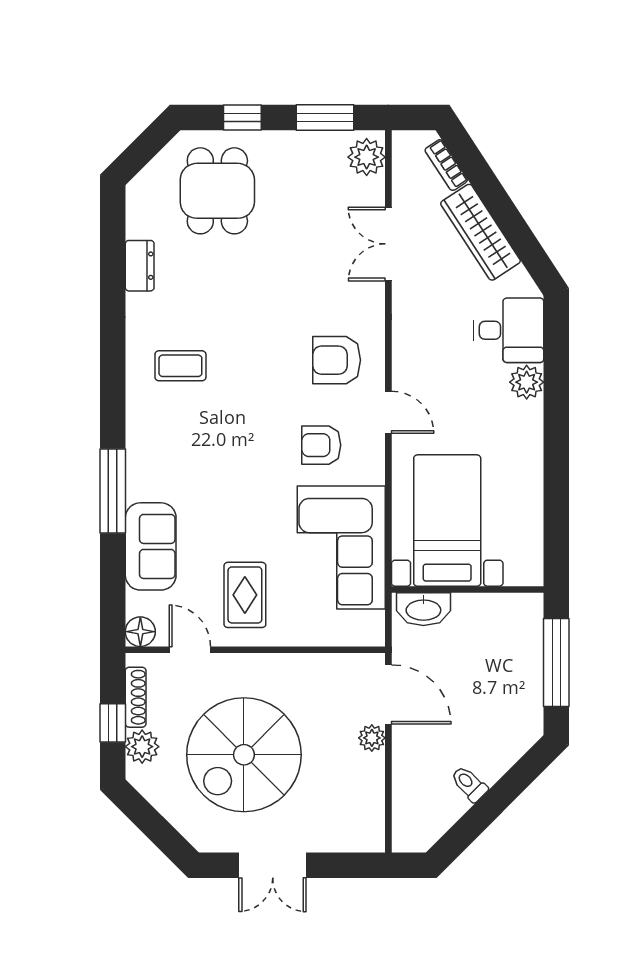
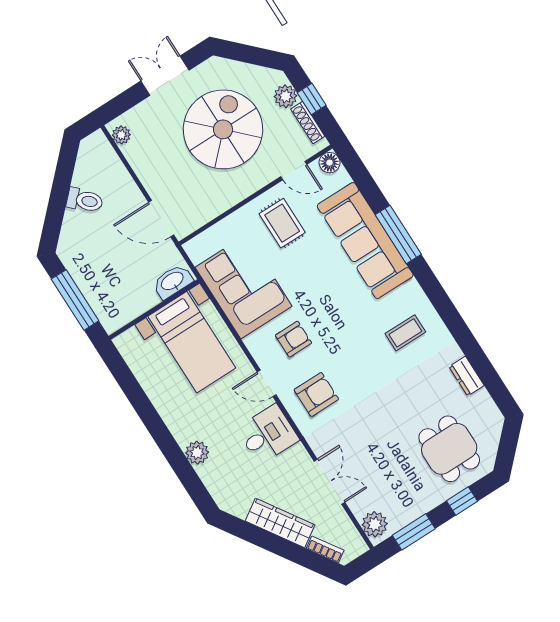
desk: (509, 330) -> (268, 434), moved, turned 180
sofa: (151, 546) -> (365, 241), width x1.85, depth x1.27
plant: (372, 738) -> (121, 135), moved
toilet: (469, 784) -> (85, 200), width x1.37, depth x1.39

